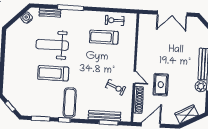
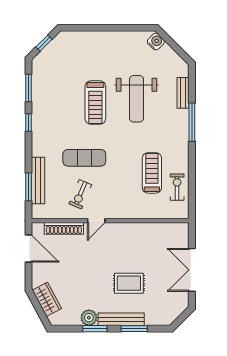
water cooler: (27, 18) -> (156, 42), moved
weight bench: (52, 45) -> (136, 99), turned 180
treadmill: (53, 73) -> (95, 103), turned 180
rug: (161, 85) -> (129, 283), moved
exercise mat: (70, 103) -> (84, 158), moved

